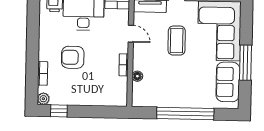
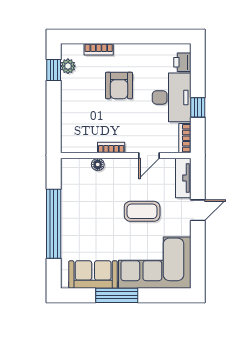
armchair: (73, 57) -> (119, 86), turned 180
plant: (43, 99) -> (68, 66), moved

